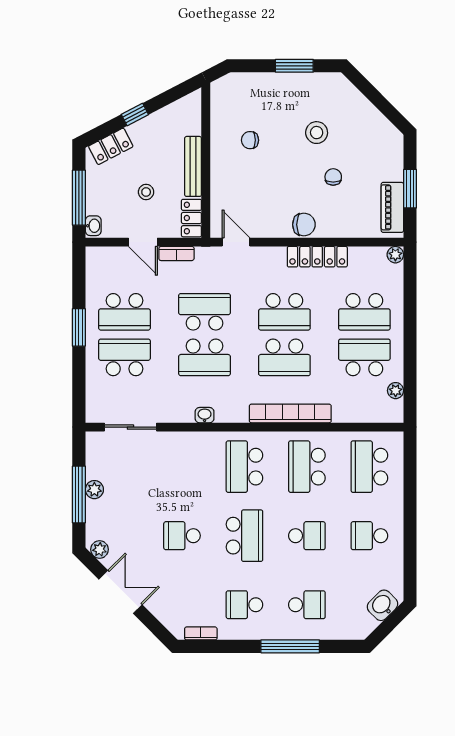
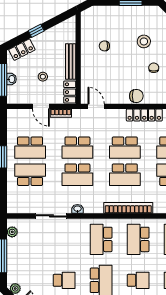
washbasin: (93, 226) -> (12, 79), moved
school desk: (204, 312) -> (77, 148), turned 180
sliding door: (130, 427) -> (51, 216), moved
plant: (94, 490) -> (12, 232), moved
school desk: (182, 536) -> (64, 280), turned 180

